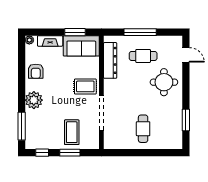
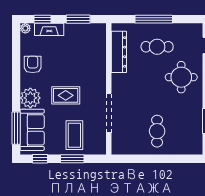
window: (44, 32) -> (42, 19), added
sofa: (81, 46) -> (32, 130), moved, turned -90
armchair: (36, 71) -> (33, 64), turned 180
rug: (85, 86) -> (66, 95), moved

